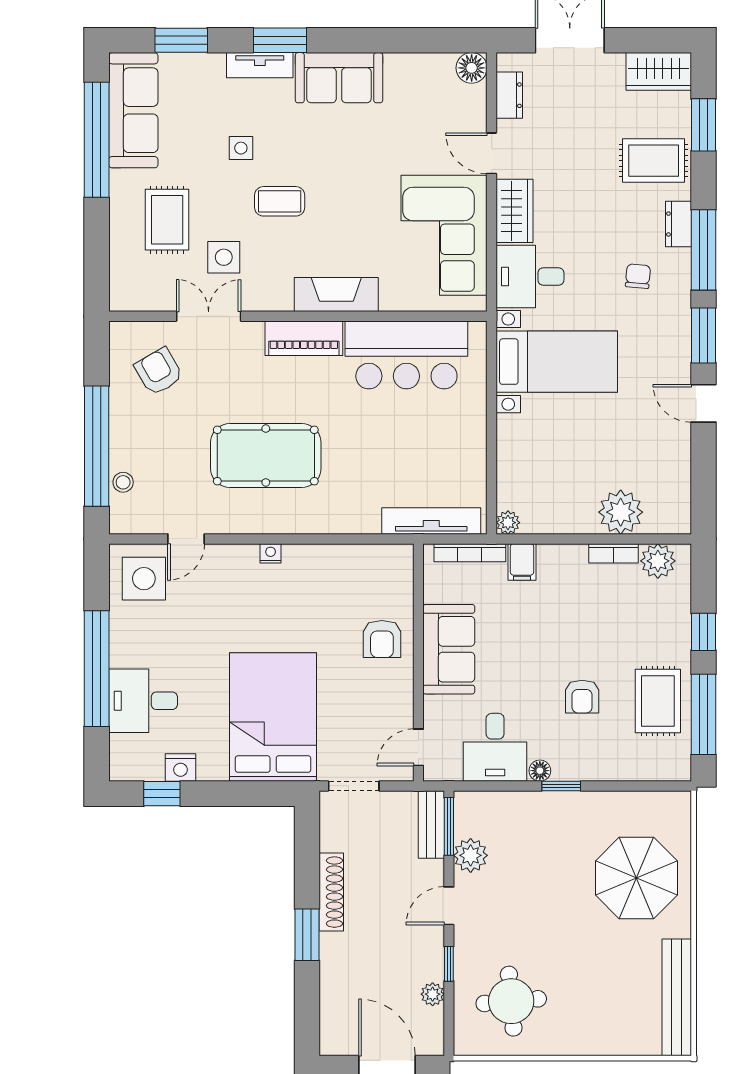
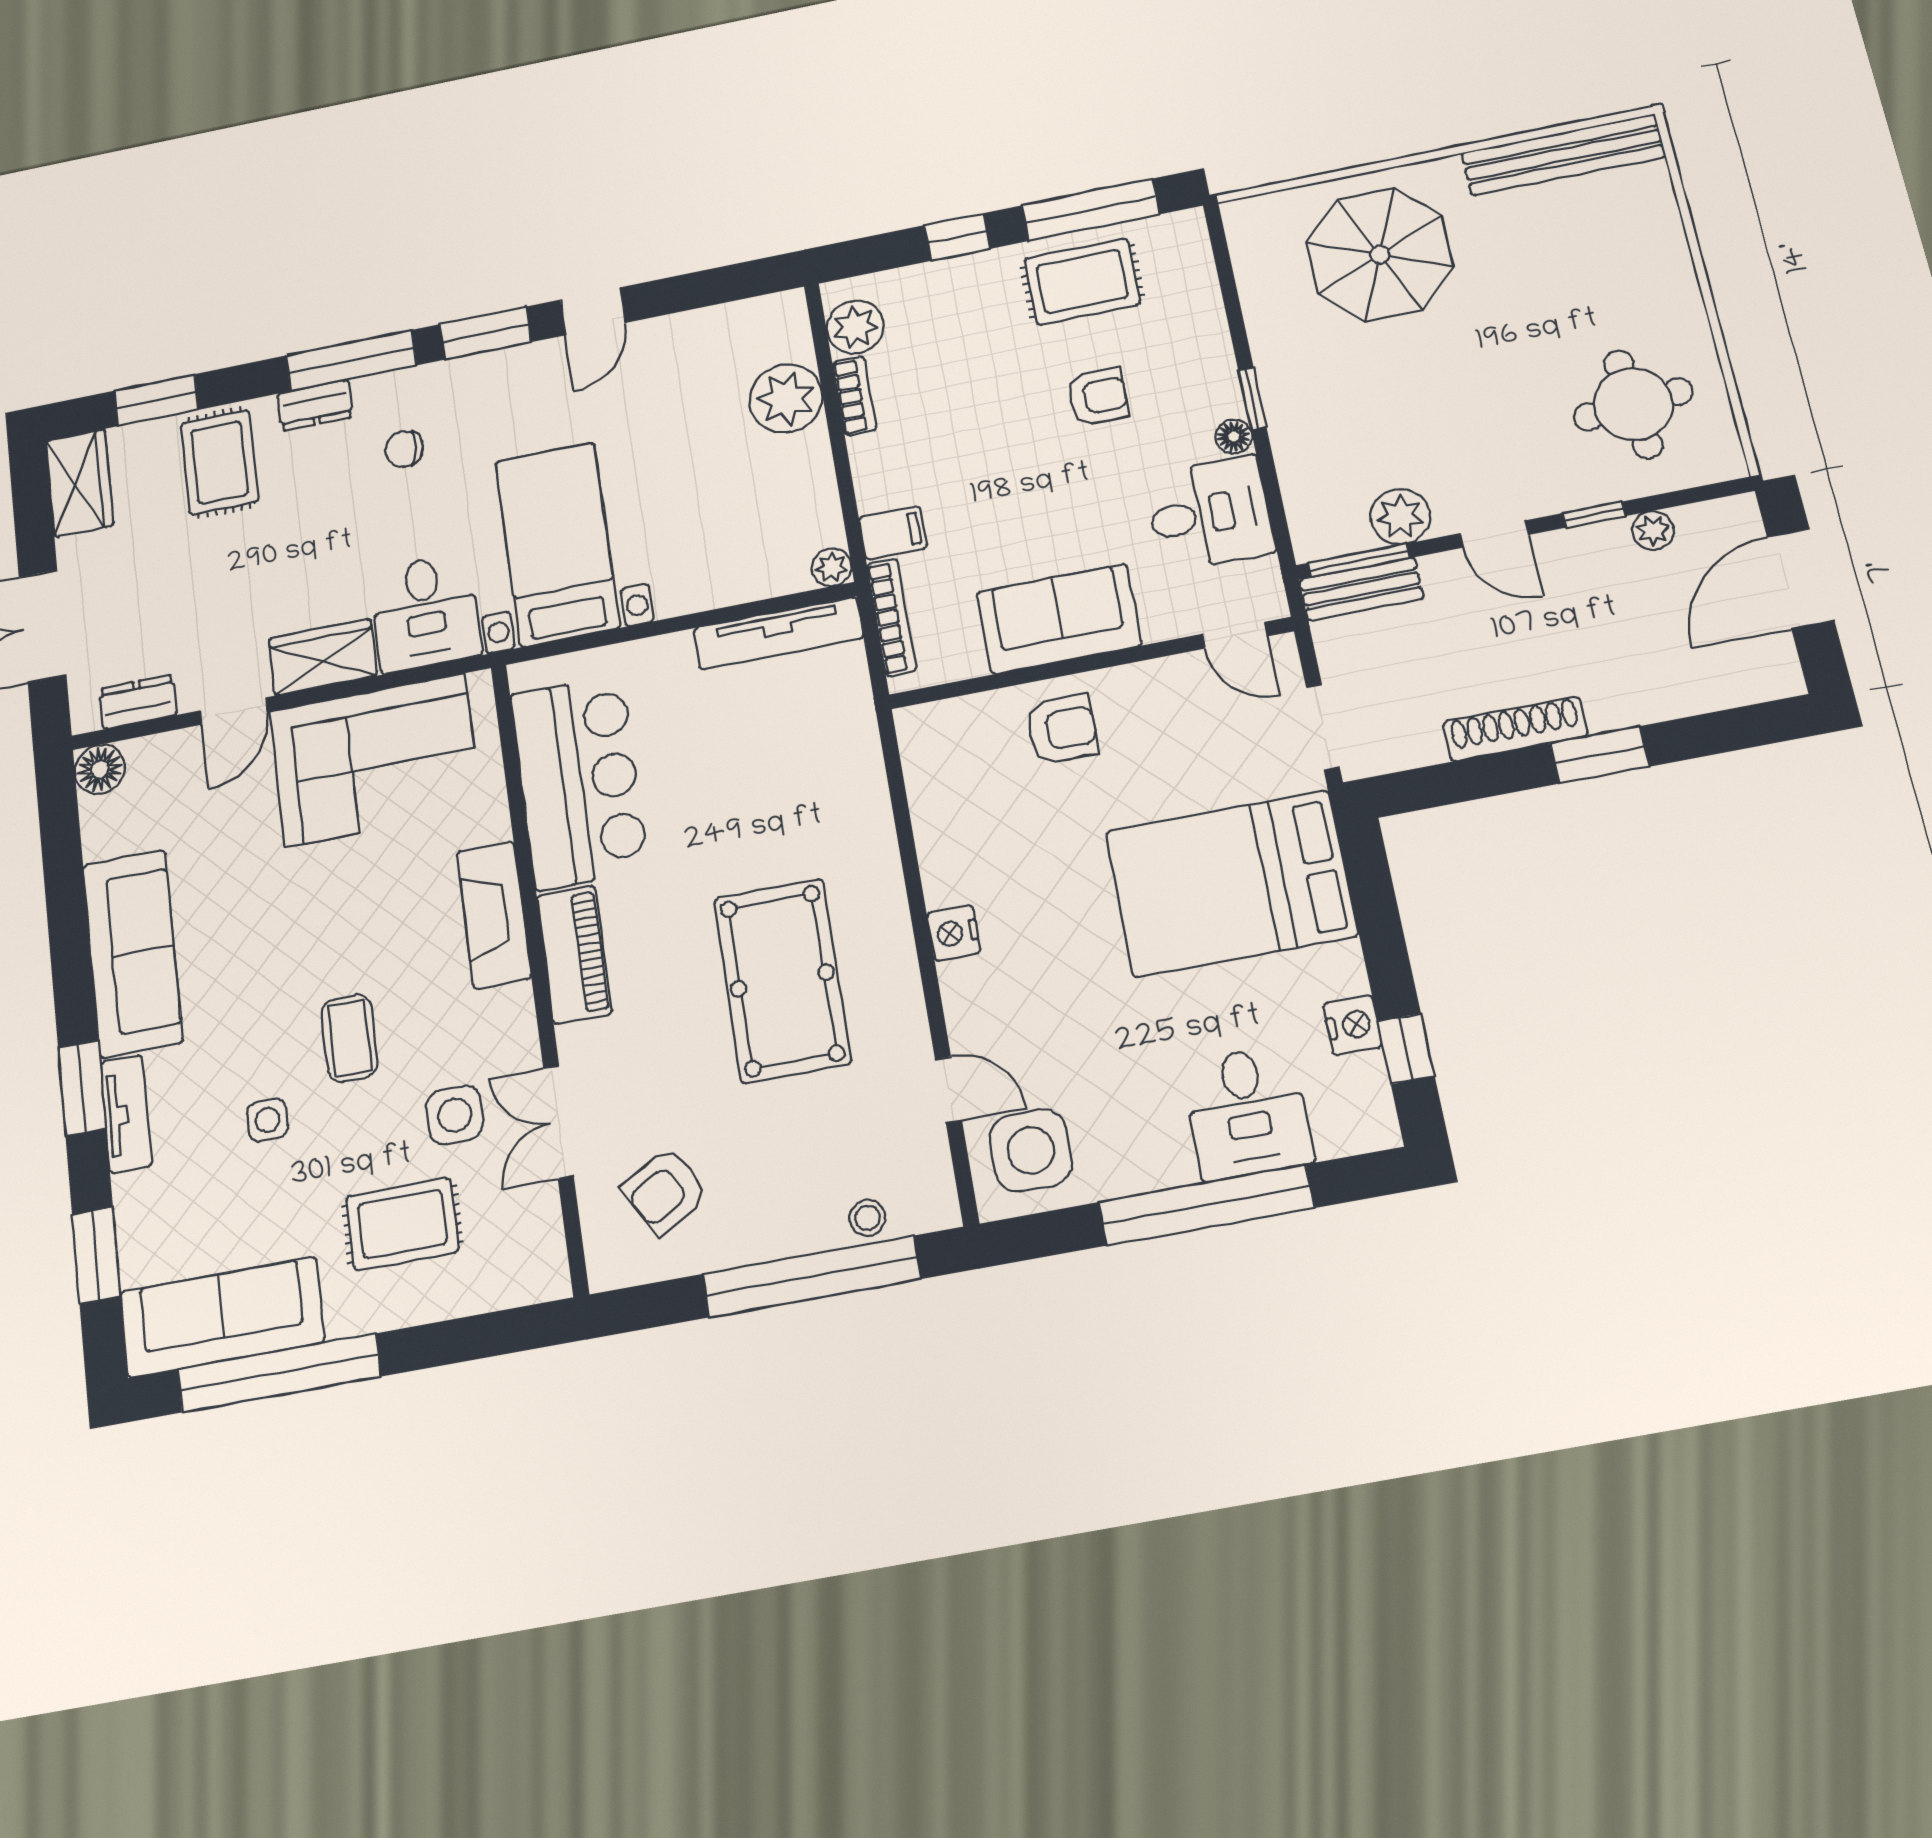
sofa: (339, 78) -> (133, 953), width x1.36
tv unit: (431, 521) -> (778, 633), moved, turned -90
nightstand: (271, 553) -> (954, 933), width x1.39, depth x1.35

